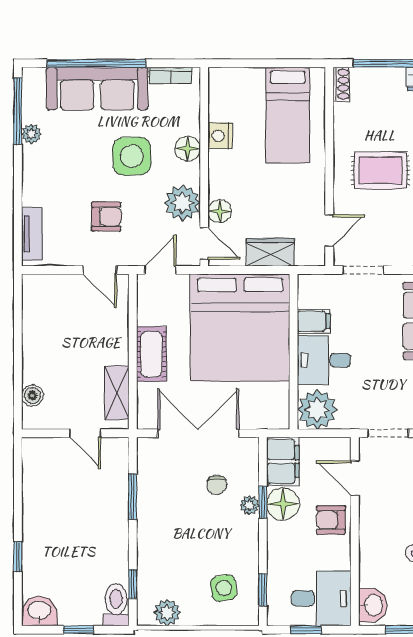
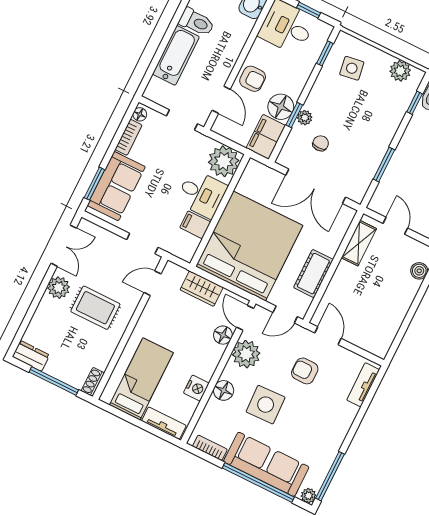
tv unit: (237, 77) -> (164, 423), added
plant: (31, 134) -> (309, 496), moved
cot: (151, 354) -> (313, 274), moved

